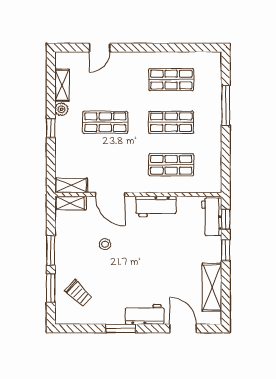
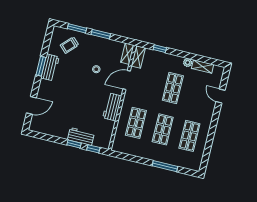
window: (51, 128) -> (160, 49), moved
workbench: (212, 217) -> (81, 136), moved
shelving: (212, 287) -> (53, 130), removed
workbench: (145, 314) -> (50, 67), moved

